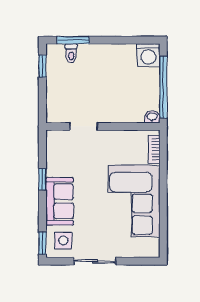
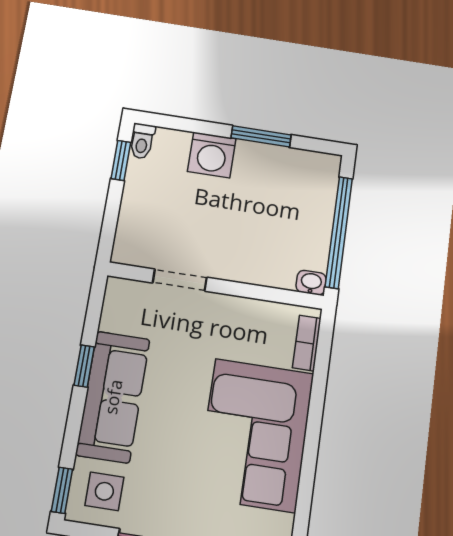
window: (73, 40) -> (261, 136), moved
toilet: (71, 53) -> (142, 141), moved
washing machine: (148, 55) -> (212, 155), moved
sofa: (60, 201) -> (113, 397), width x1.36

